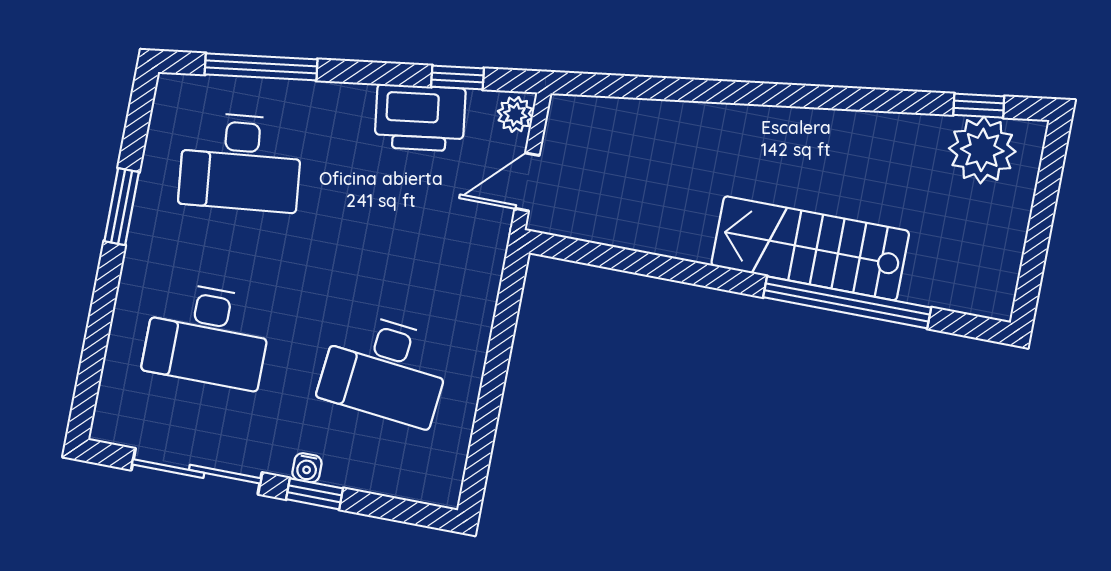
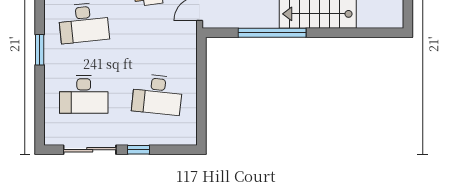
window: (847, 302) -> (272, 33), moved
water cooler: (307, 468) -> (134, 140), removed

